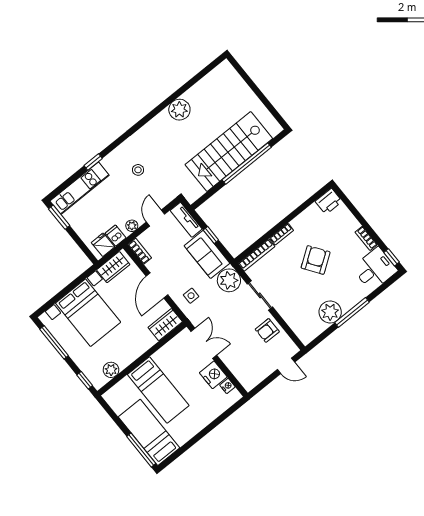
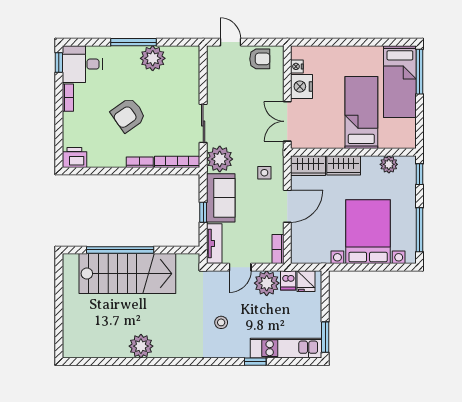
plant: (132, 226) -> (267, 283), width x1.88, depth x1.88
wardrobe: (113, 267) -> (344, 165), moved, turned 180
armchair: (267, 330) -> (260, 59), moved

